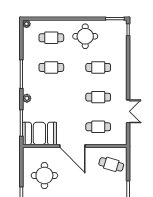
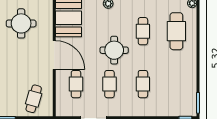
round table: (85, 36) -> (114, 50), moved
cafe table: (51, 38) -> (176, 31), width x1.37, depth x1.35
door: (72, 146) -> (54, 55), swing flipped

